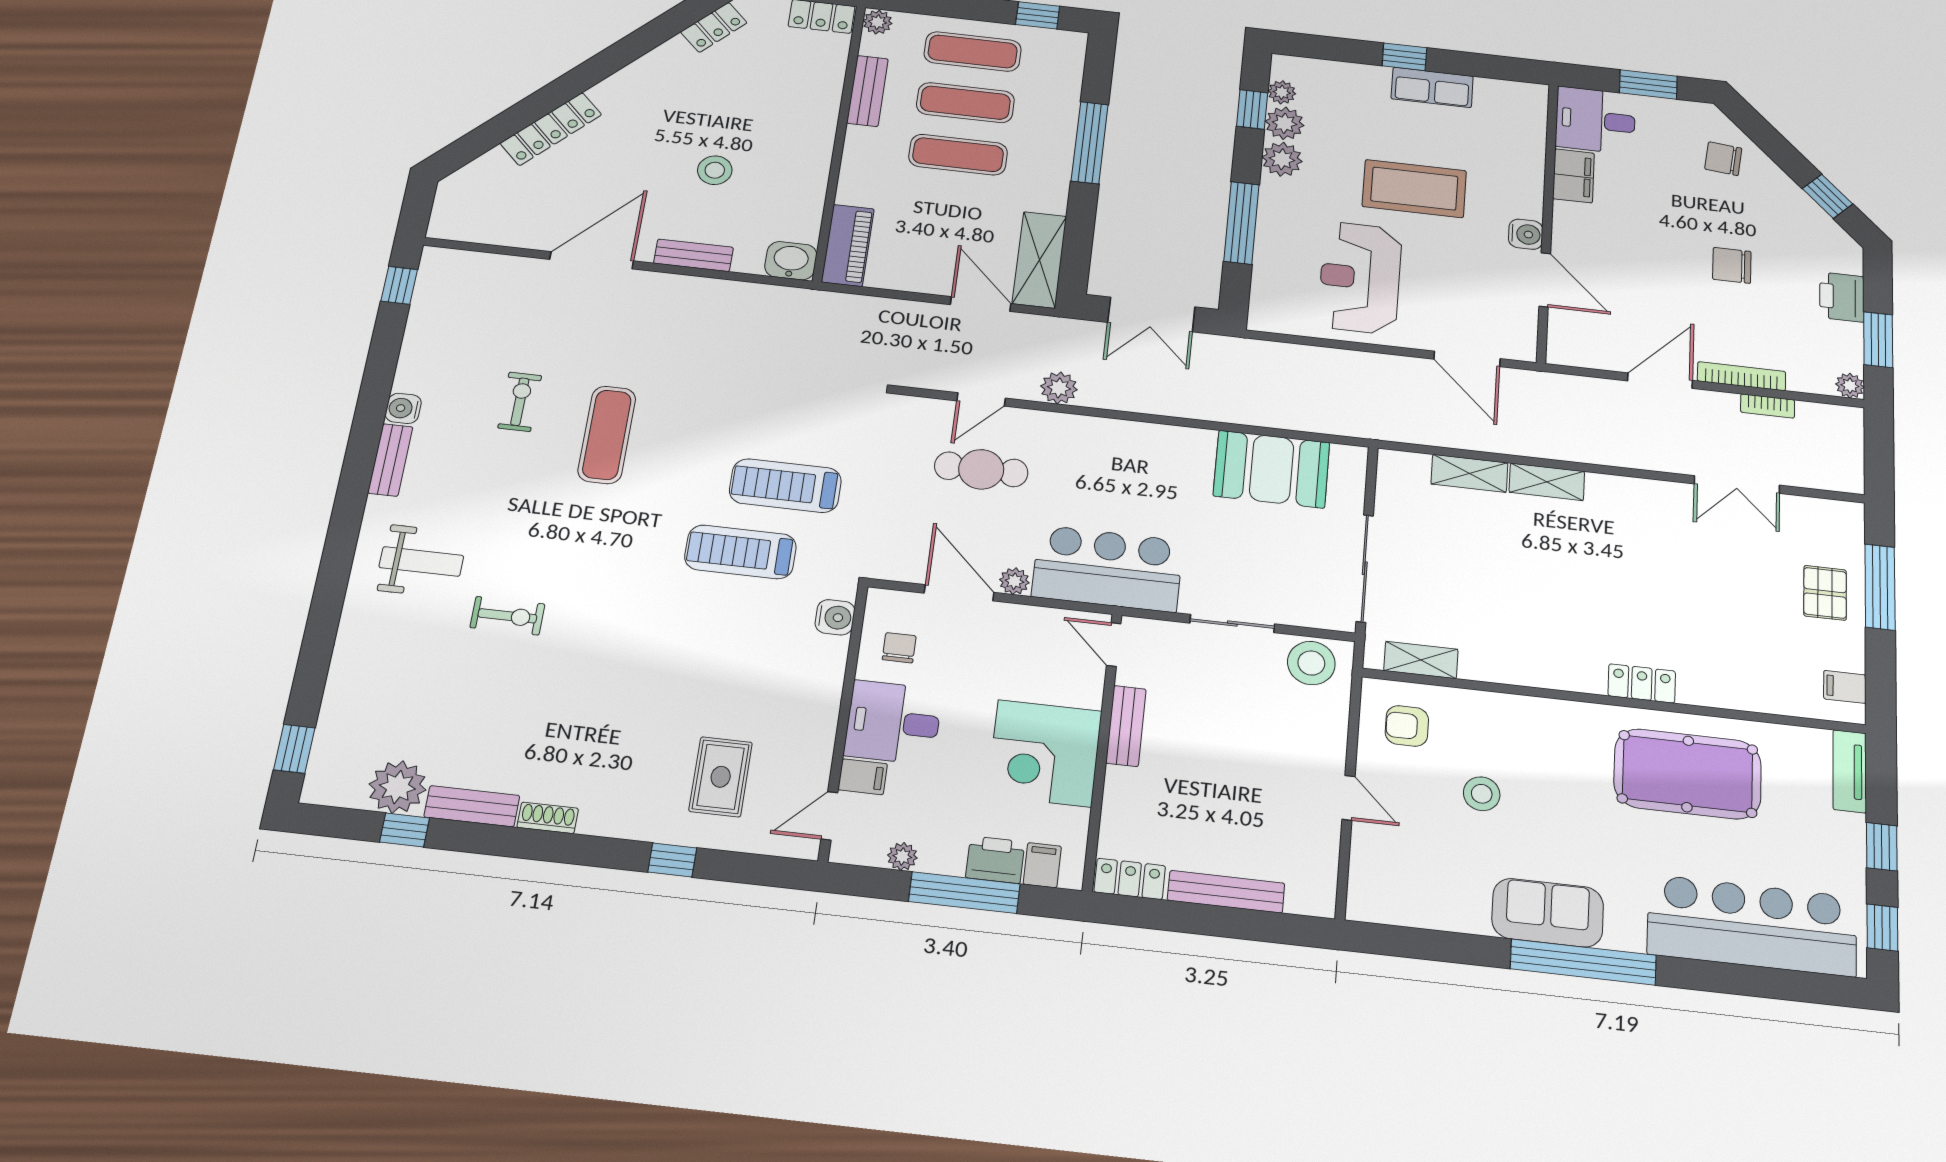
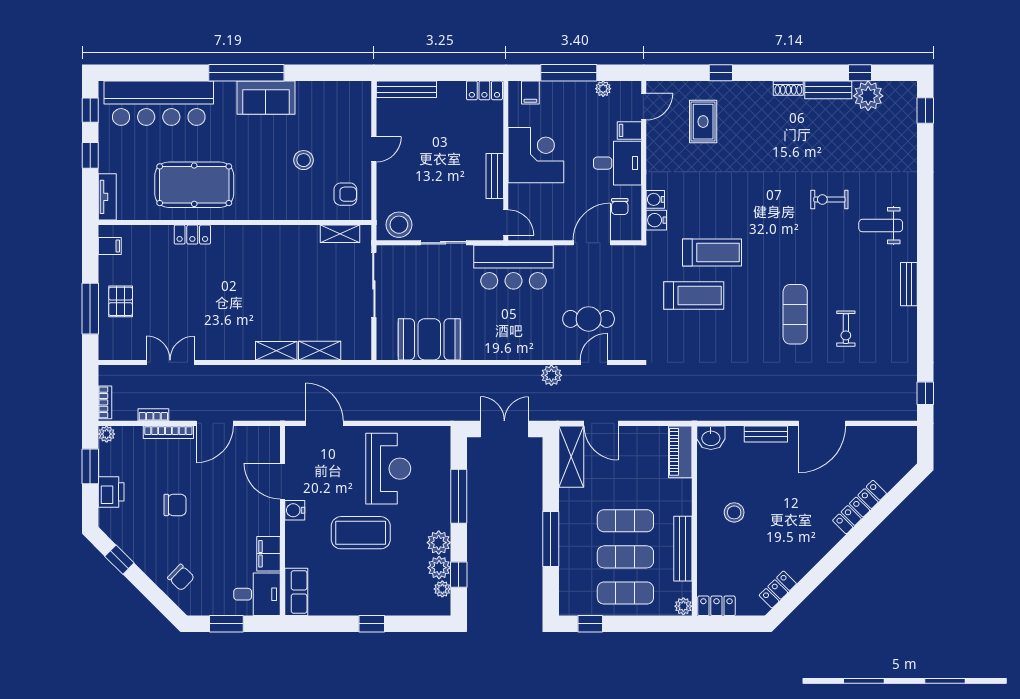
row of seats: (1432, 87) -> (296, 592), moved, turned 90
bench: (868, 91) -> (683, 549), width x1.36
chair: (1723, 159) -> (181, 577), turned 38
stool: (715, 170) -> (734, 512), moved
water cooler: (403, 408) -> (655, 199), moved, turned 180
bookcase: (1853, 435) -> (105, 402), added
plant: (1014, 581) -> (563, 253), removed
door: (959, 593) -> (592, 243), swing flipped
locker: (1642, 683) -> (192, 235), moved
door: (1348, 798) -> (374, 149), swing flipped
printer: (995, 860) -> (555, 93), removed
bench: (1226, 892) -> (406, 89), moved

